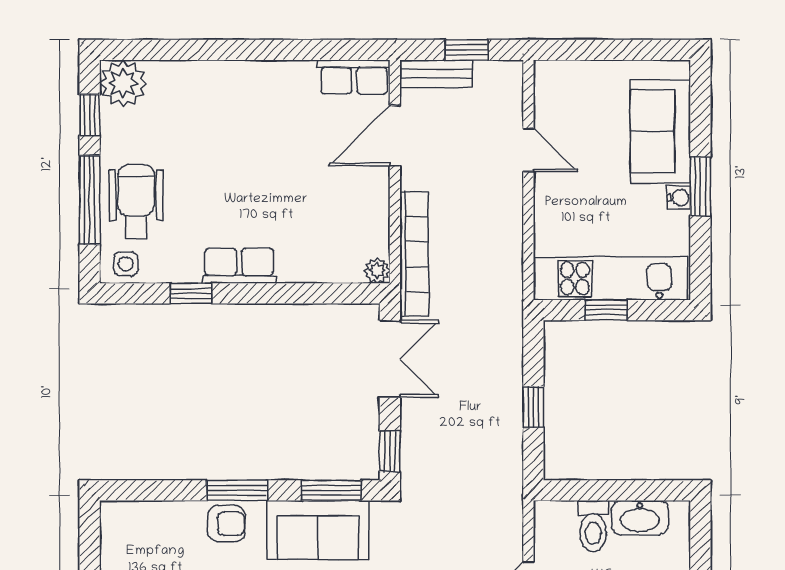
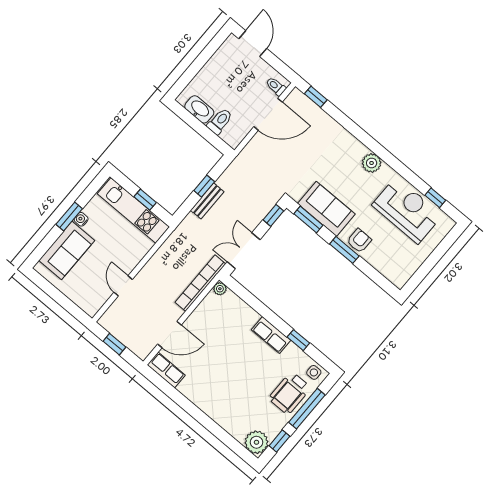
bench: (436, 74) -> (207, 201), moved, turned 90
armchair: (226, 524) -> (359, 241), turned 90

